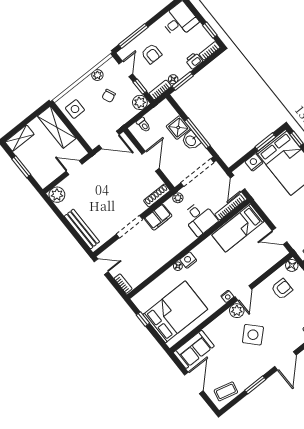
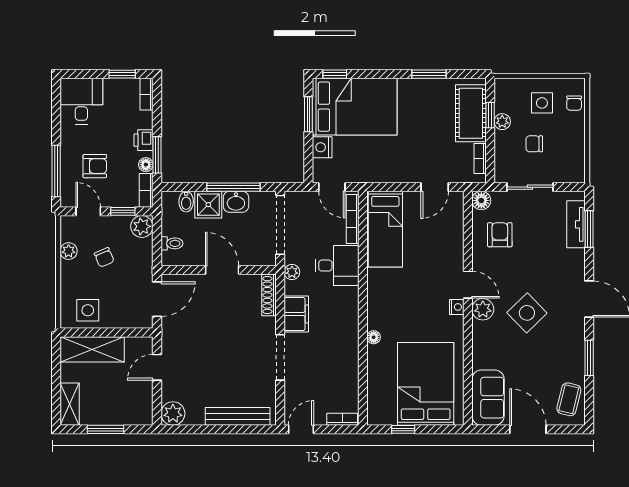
printer: (194, 61) -> (143, 140), moved
bidet: (171, 115) -> (186, 202), added
nightstand: (188, 260) -> (376, 319), removed

